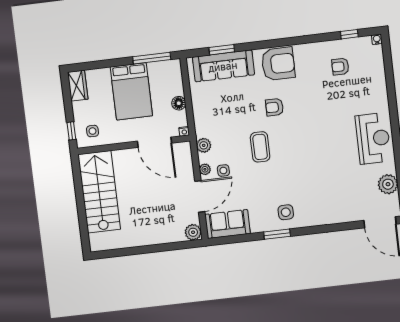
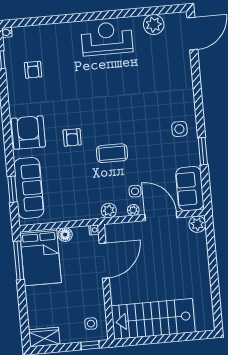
bed: (131, 91) -> (40, 257), moved, turned 90
window: (277, 234) -> (203, 151), moved

